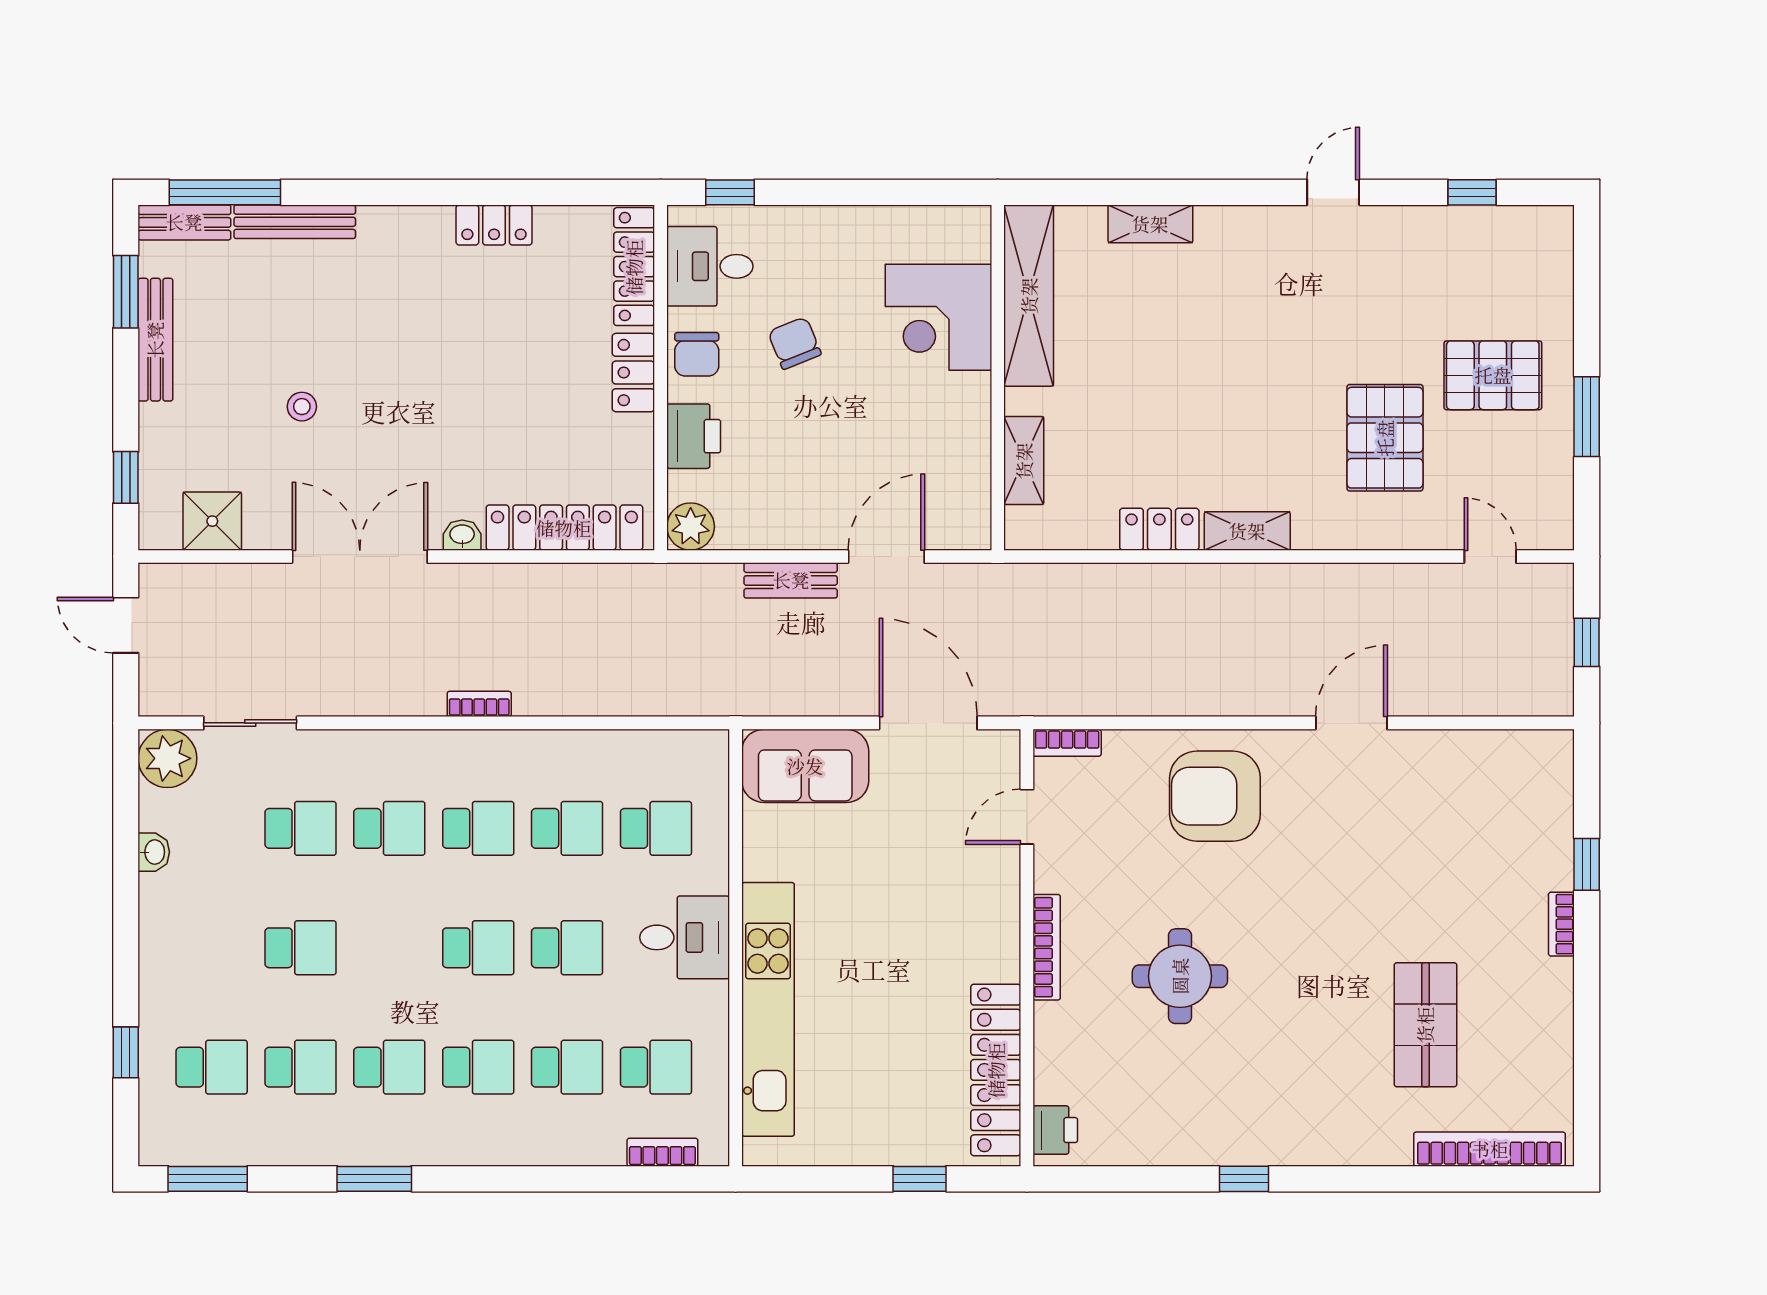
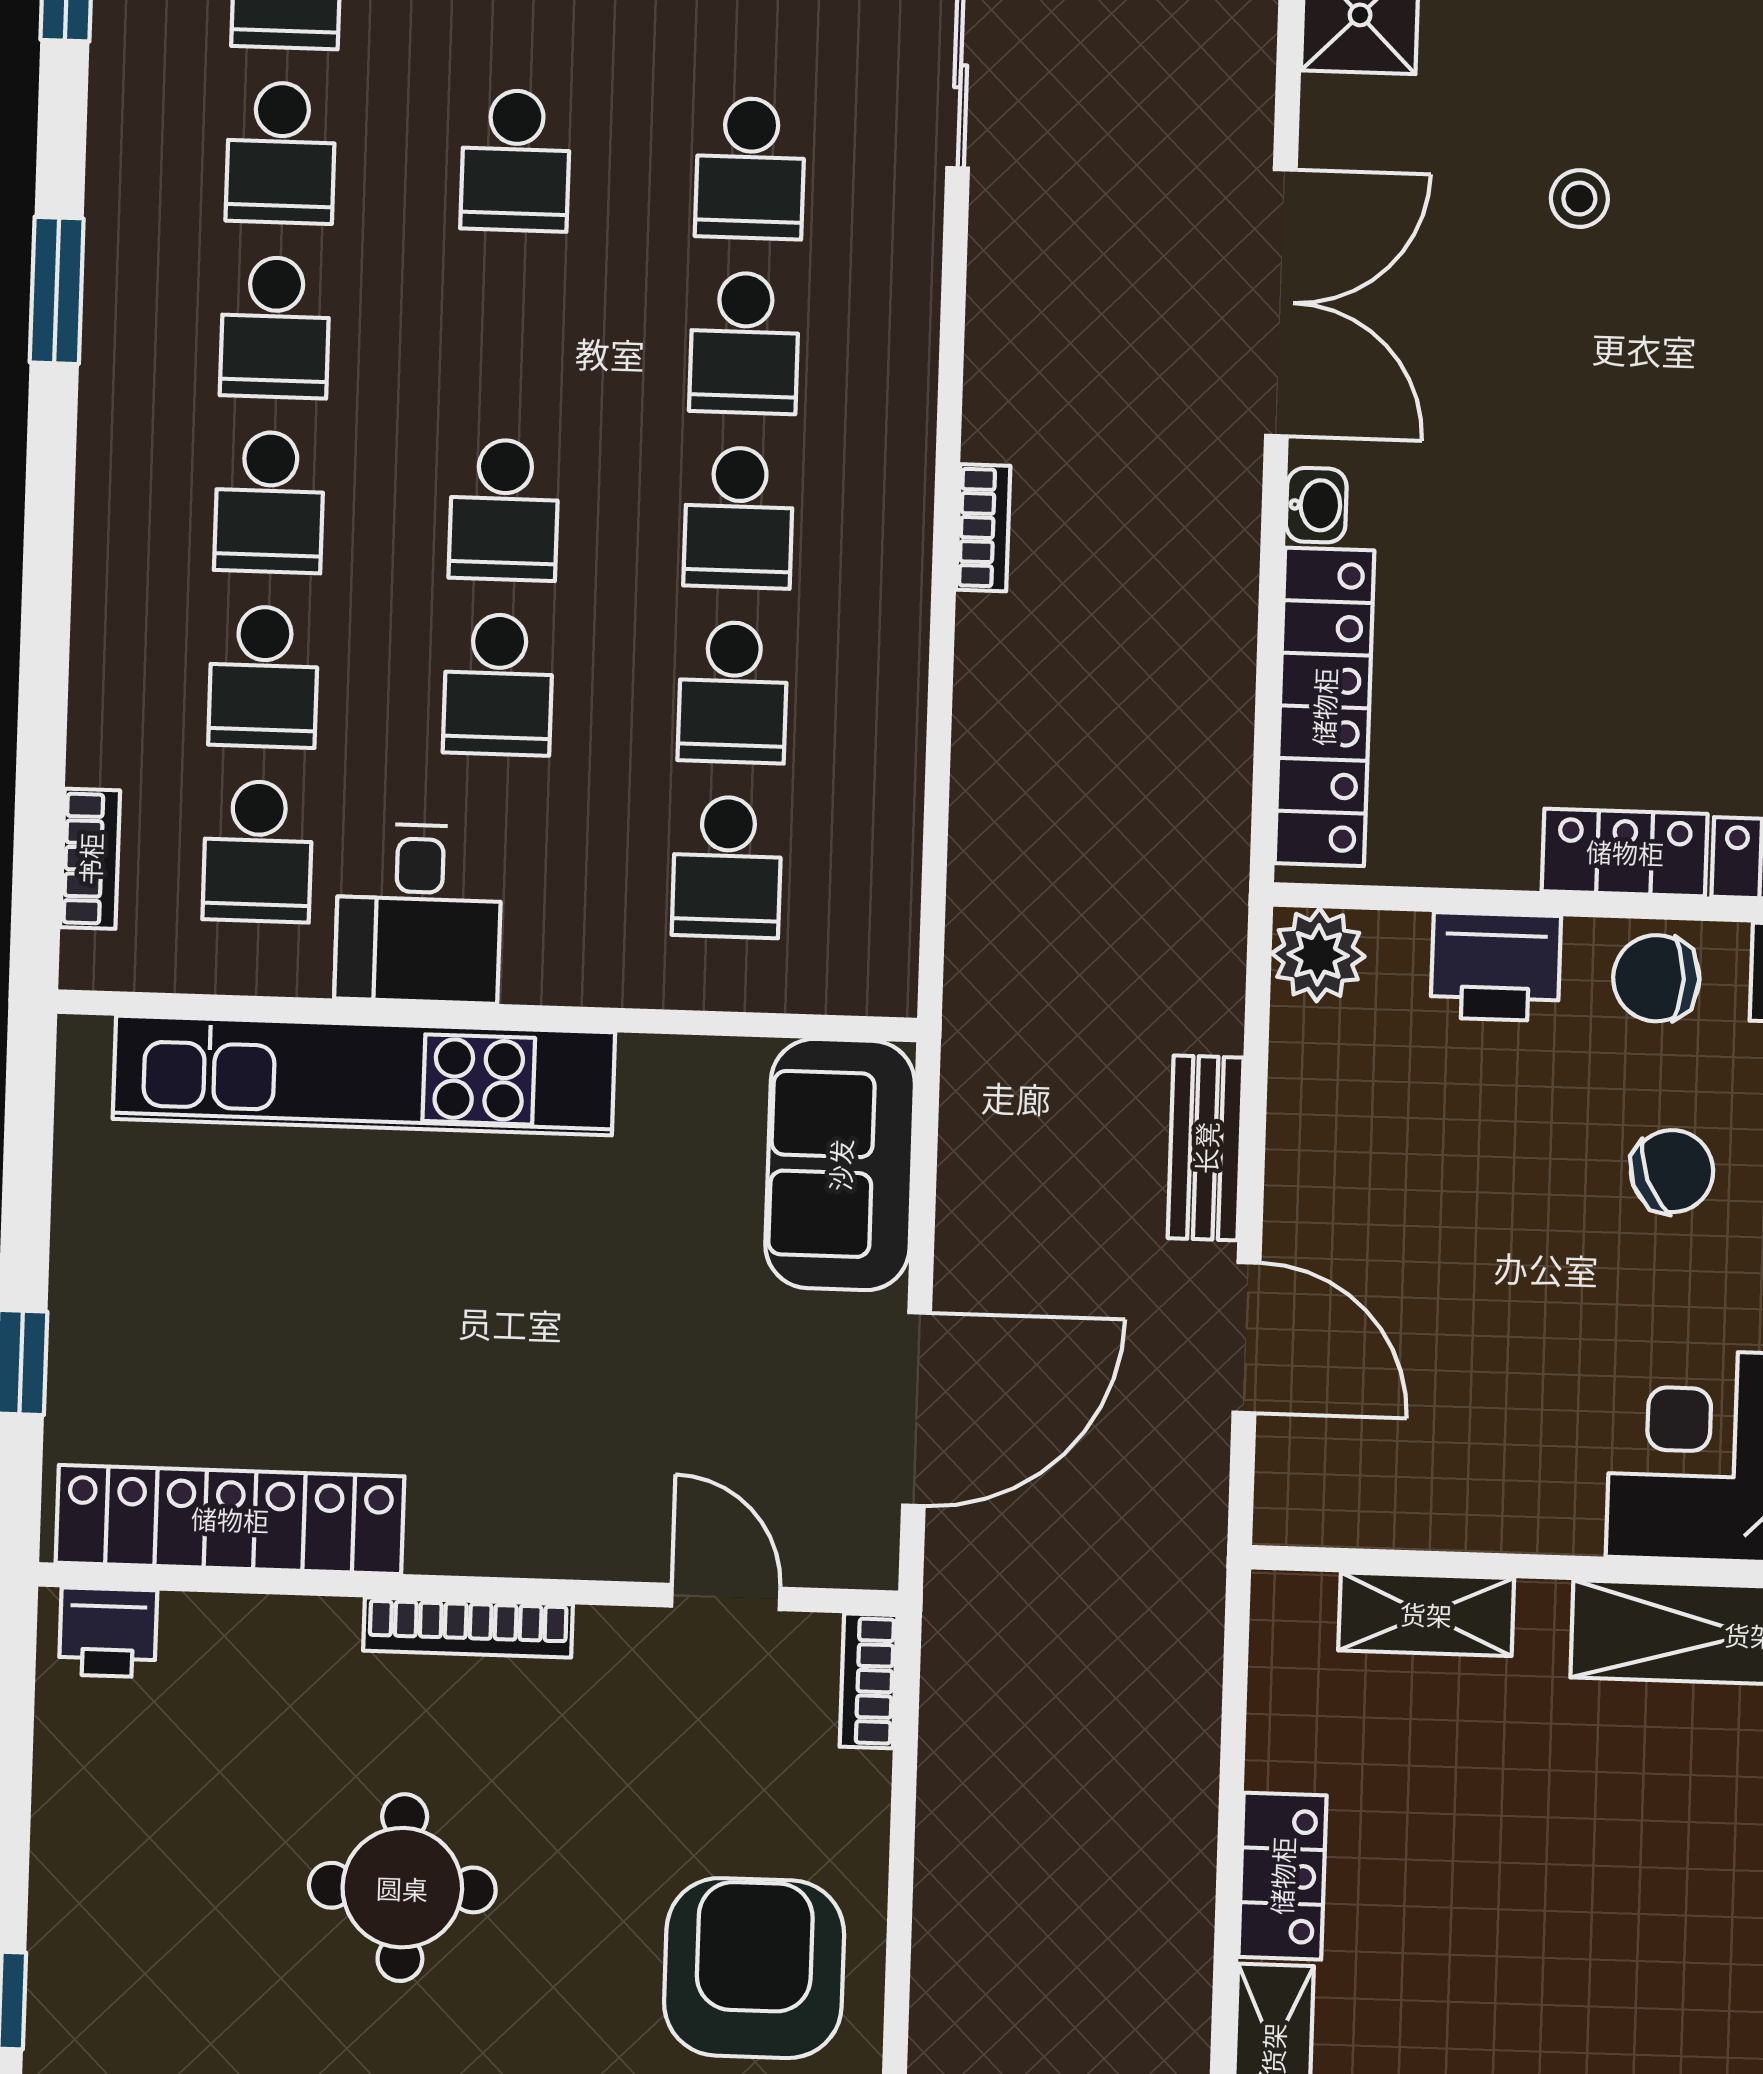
desk: (685, 937) -> (419, 913), moved

